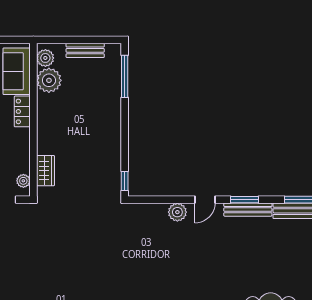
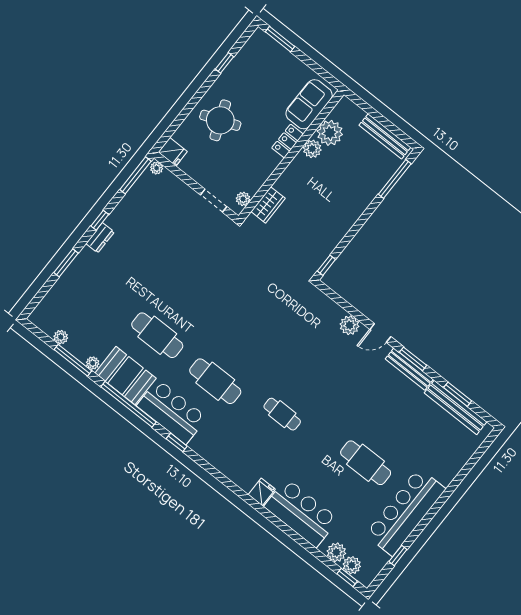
bench: (85, 50) -> (385, 136), width x1.36
plant: (45, 58) -> (312, 149), moved

